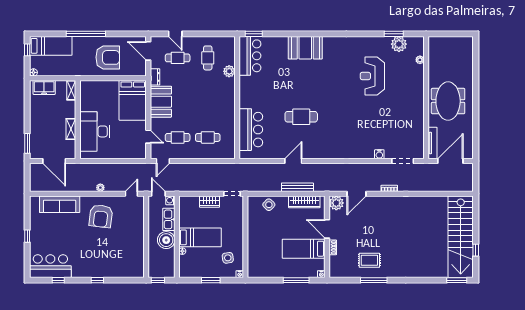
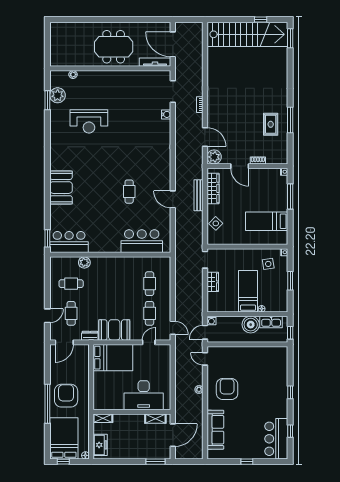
bed: (51, 46) -> (64, 438), width x1.50
armchair: (108, 57) -> (66, 396), moved
cafe table: (301, 117) -> (129, 192), width x0.73, depth x0.74
shelving: (71, 129) -> (155, 419), moved
armchair: (101, 216) -> (227, 389), turned -97
kitchen sink: (169, 219) -> (271, 322), moved
door: (327, 229) -> (240, 166), hinge flipped
bed: (304, 249) -> (267, 221), moved, turned 90

